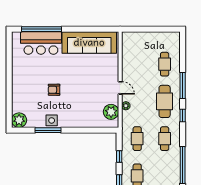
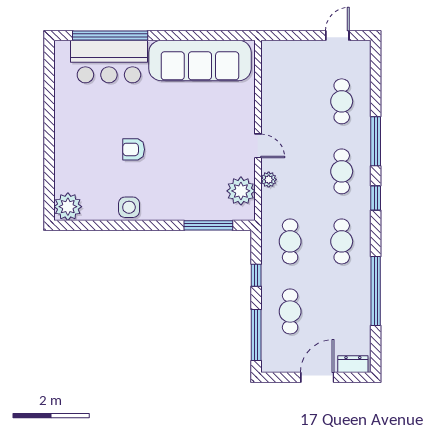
door: (162, 29) -> (337, 36), added
cafe table: (165, 101) -> (342, 171), width x0.73, depth x0.74
window: (48, 130) -> (208, 225), moved

